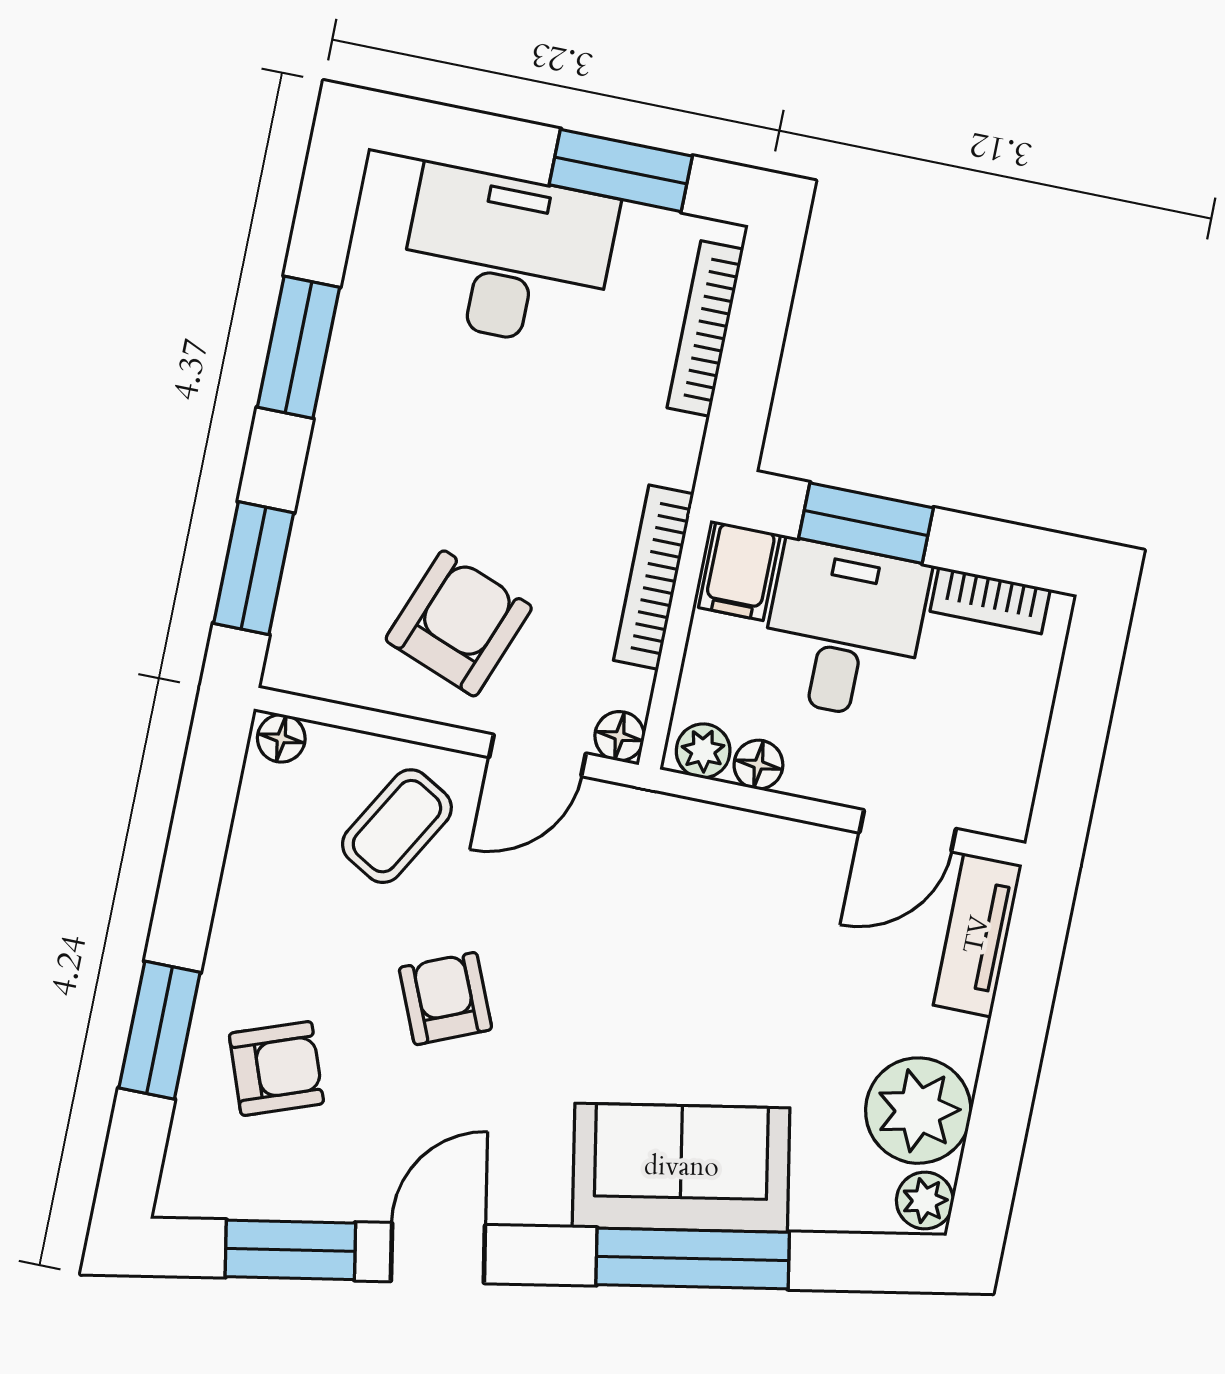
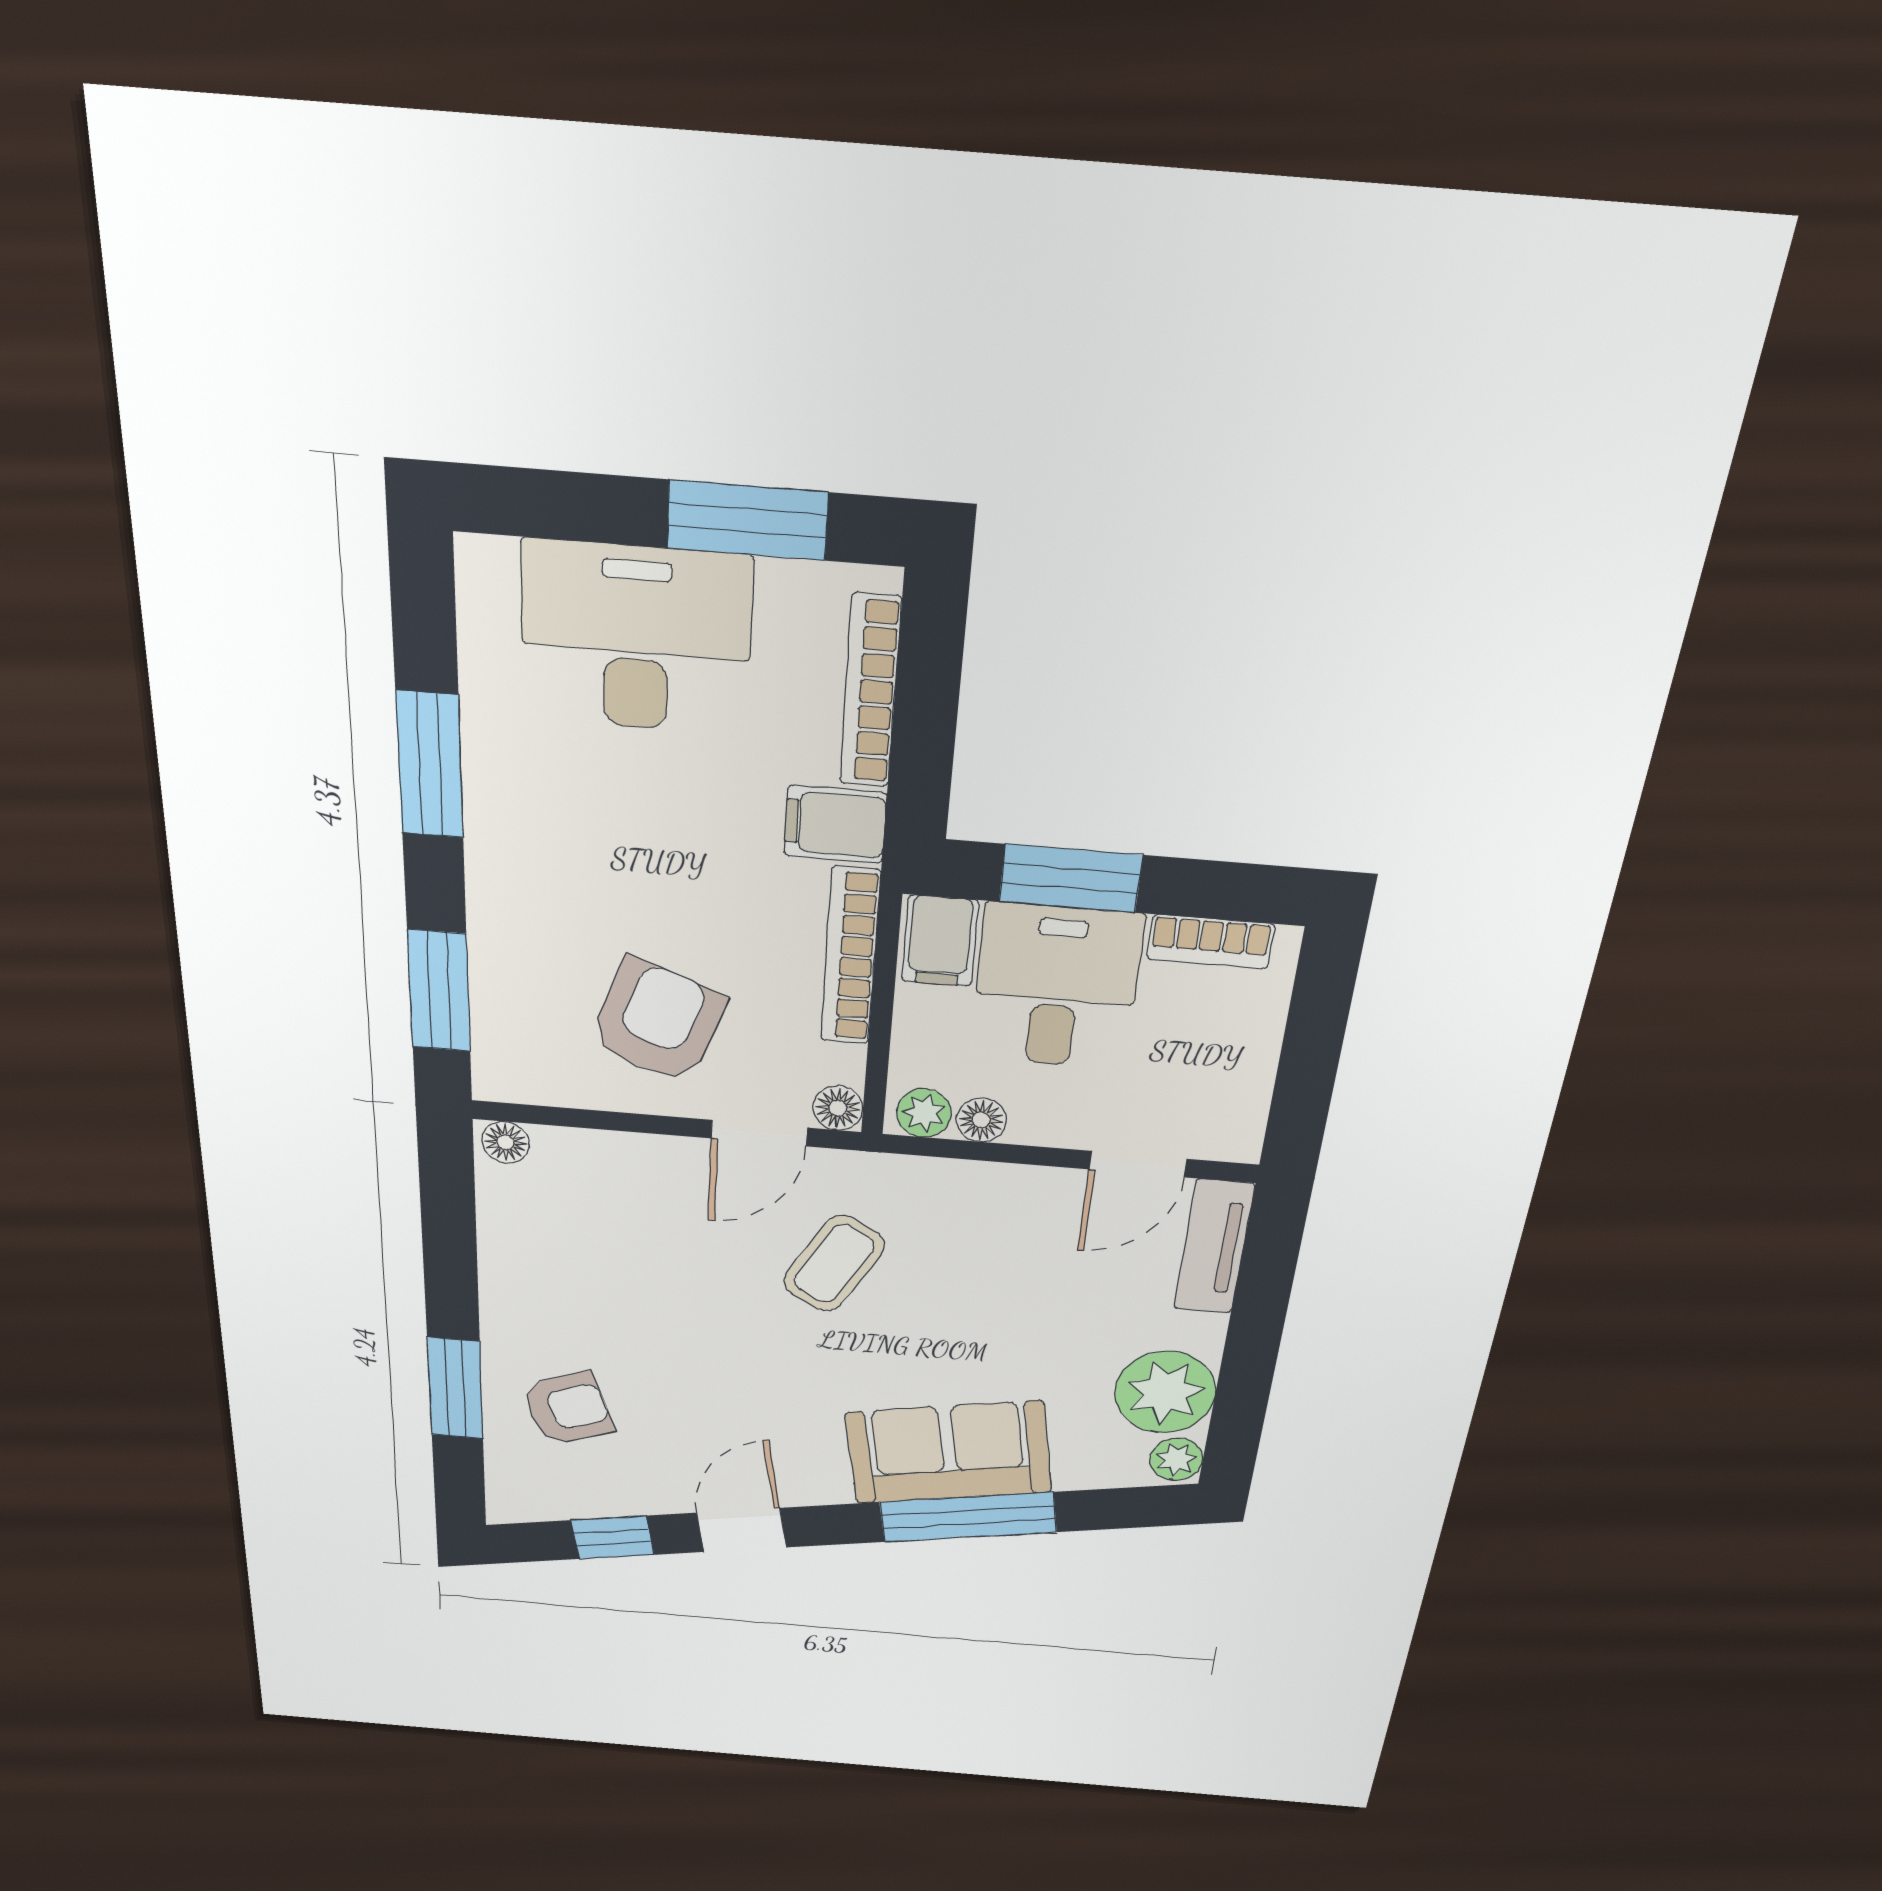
filing cabinet: (657, 446) -> (835, 824), added
coffee table: (397, 826) -> (834, 1264), moved
armchair: (445, 999) -> (710, 1342), removed
window: (290, 1250) -> (613, 1537), width x0.67

